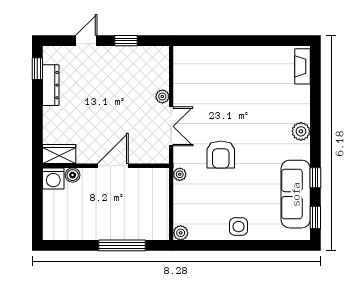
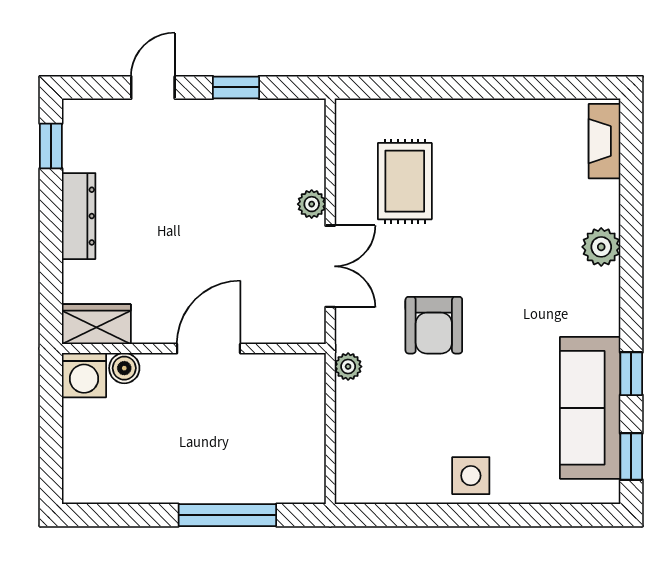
dresser: (51, 85) -> (79, 216), moved
rug: (207, 86) -> (405, 181), added
plant: (301, 131) -> (601, 247), moved
plant: (181, 233) -> (350, 489), removed

